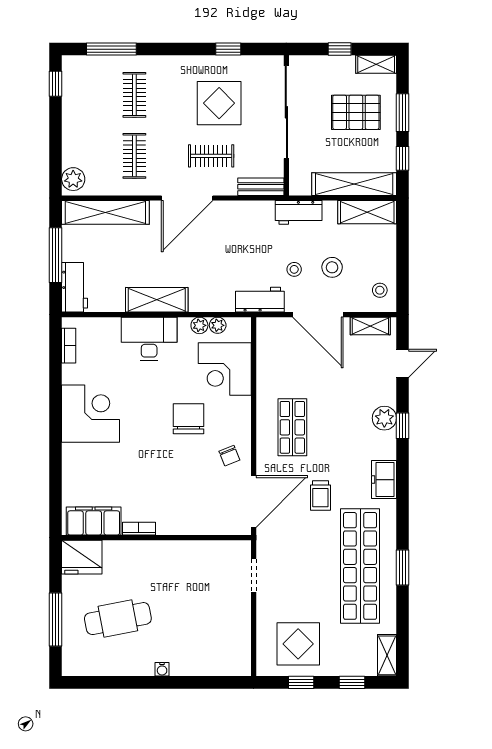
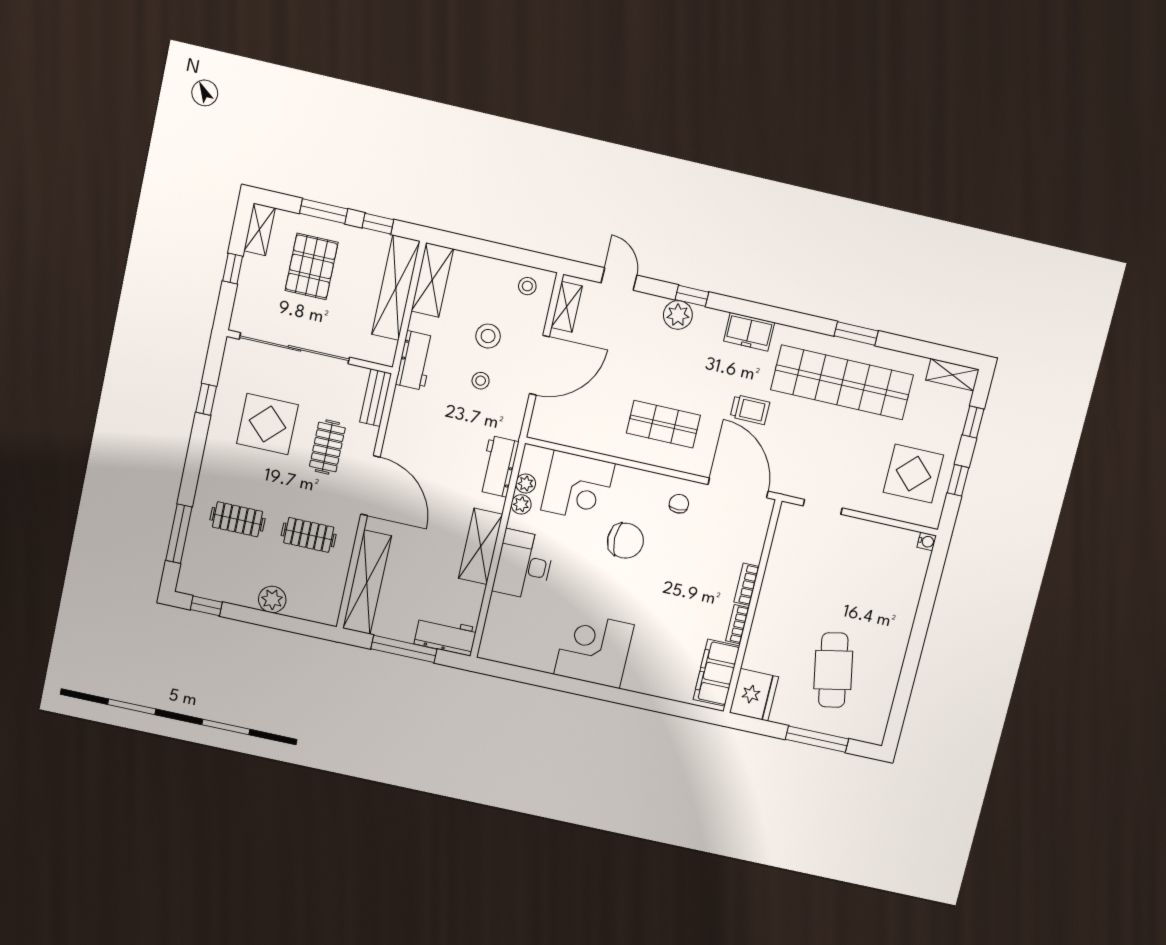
plant: (73, 179) -> (272, 599), moved
workbench: (260, 300) -> (498, 466), moved
bookcase: (69, 346) -> (747, 584), moved, turned -90
chair: (188, 419) -> (625, 541), turned 180
chair: (229, 456) -> (679, 504), turned -68
water cooler: (162, 669) -> (927, 541), moved

